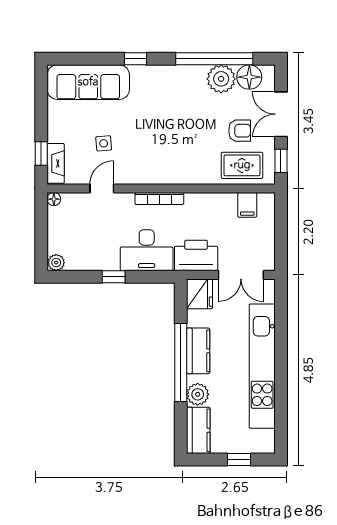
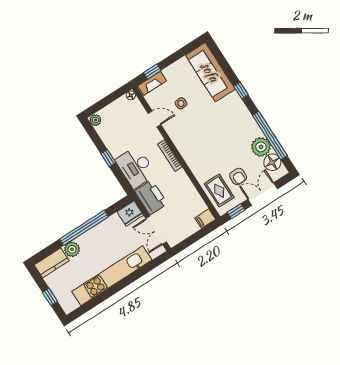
filing cabinet: (247, 205) -> (205, 219), moved
kitchen counter: (198, 351) -> (97, 234), removed

